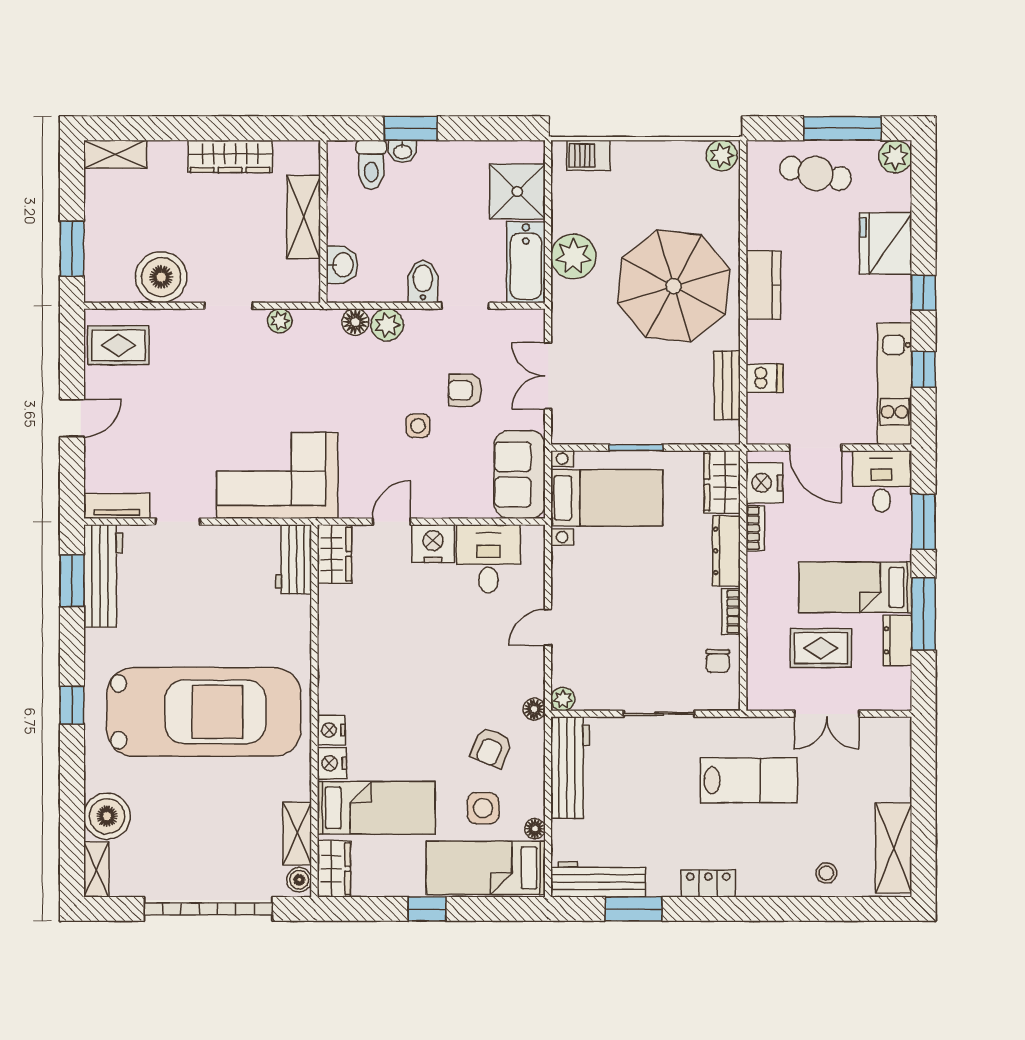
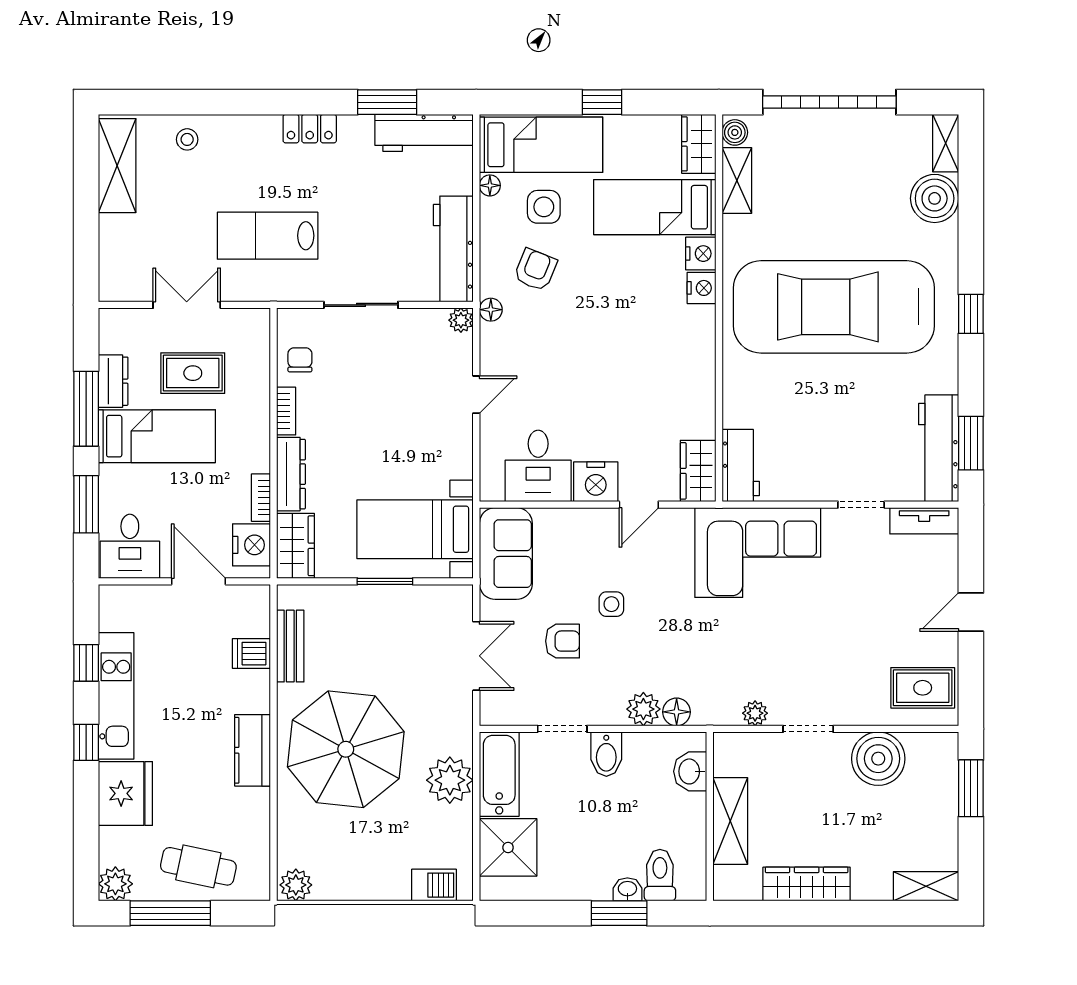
kitchen unit: (895, 384) -> (116, 696), moved

